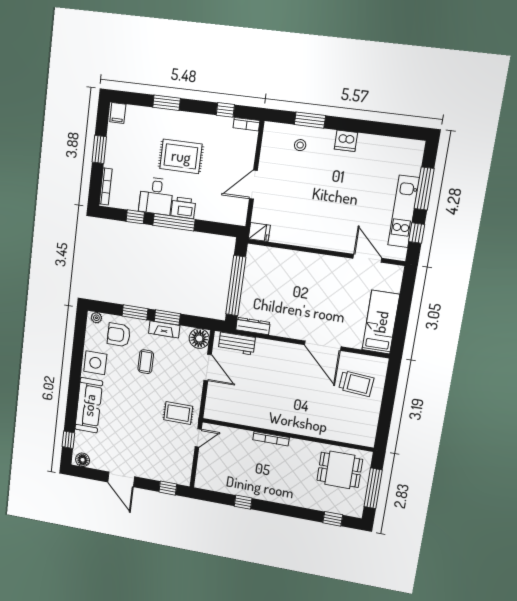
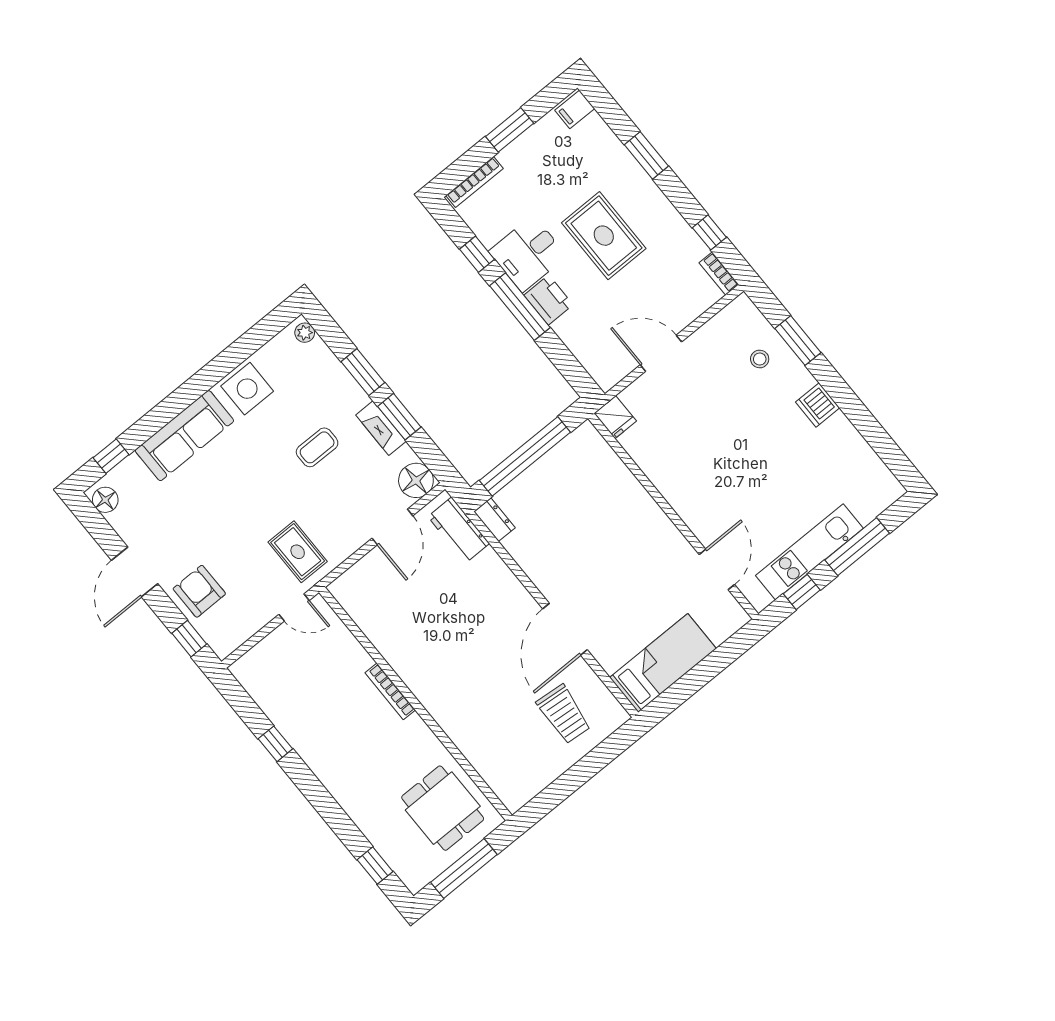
dresser: (253, 326) -> (494, 520), width x0.70
armchair: (119, 335) -> (199, 591), moved

